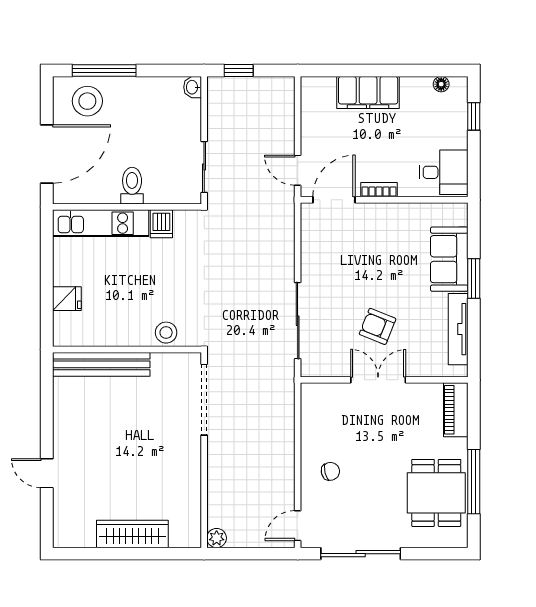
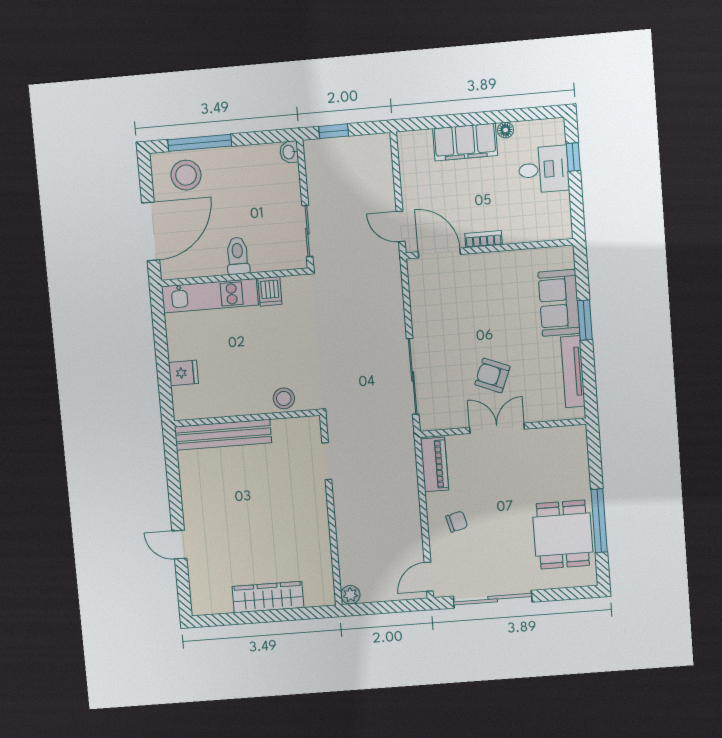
floor lamp: (441, 84) -> (506, 130), moved
desk: (444, 172) -> (544, 169), moved
door: (334, 200) -> (439, 253), hinge flipped
doorway: (204, 400) -> (327, 461), width x0.53
piano: (456, 410) -> (435, 464), moved, turned 180

